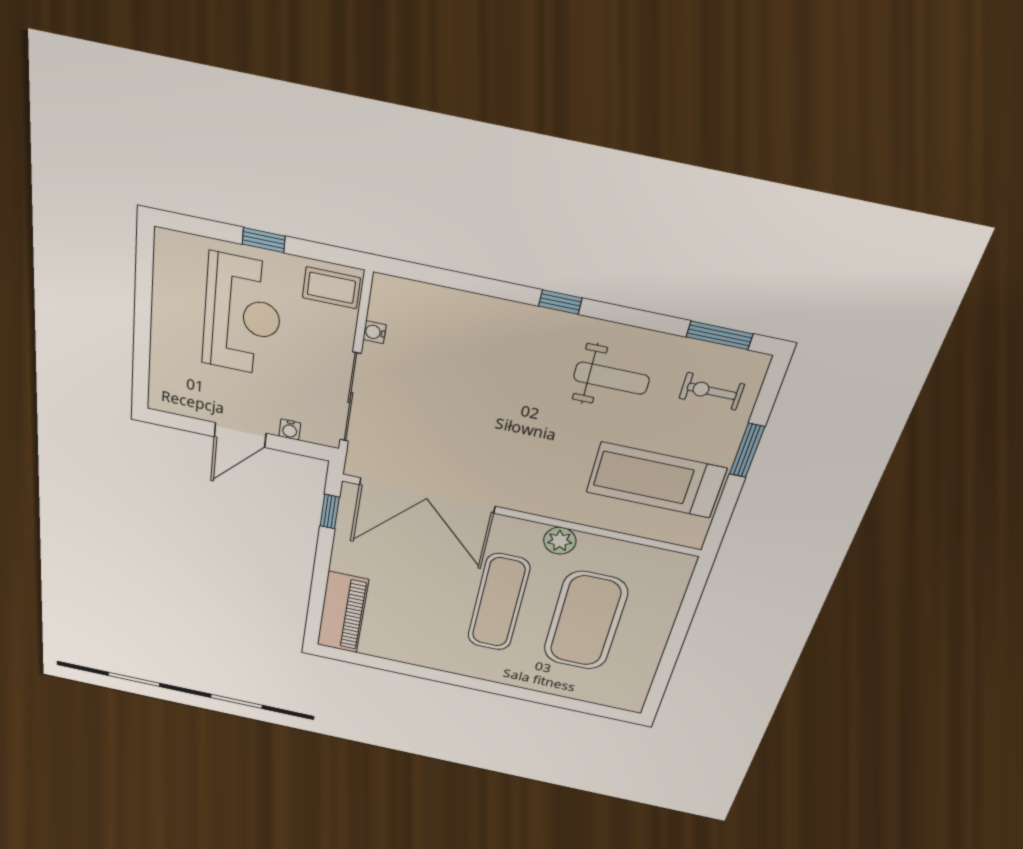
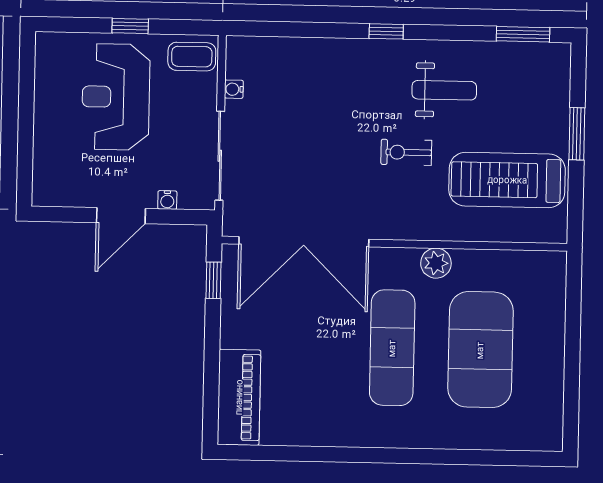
reception desk: (242, 315) -> (116, 97), turned 180
exercise bike: (712, 391) -> (406, 152), moved

